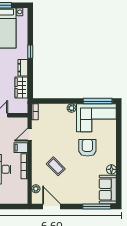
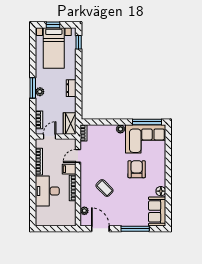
window: (30, 52) -> (79, 42), moved
wardrobe: (21, 88) -> (70, 123), moved
window: (97, 207) -> (135, 229), moved

